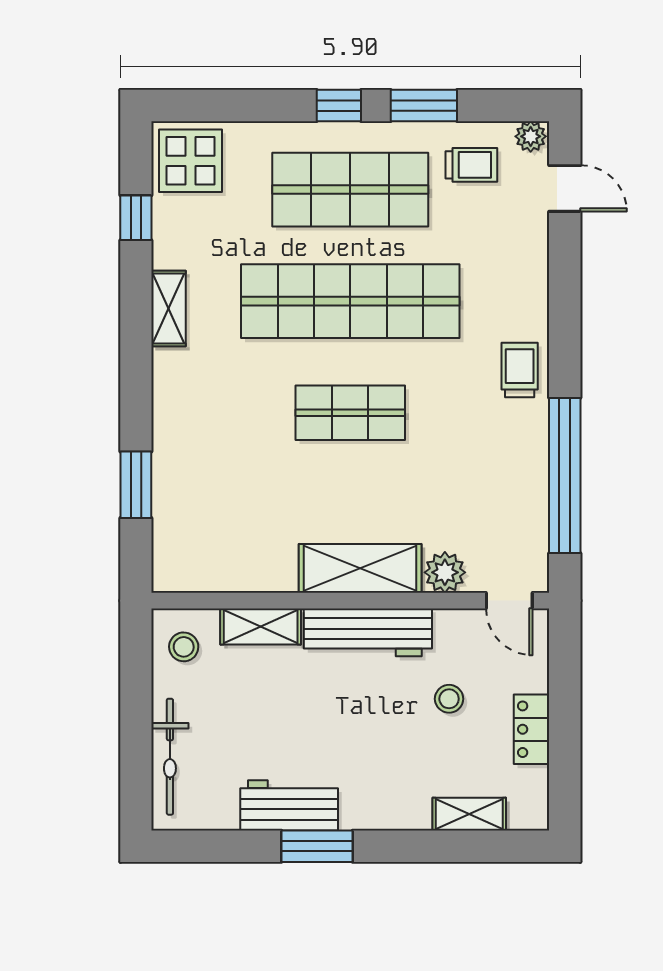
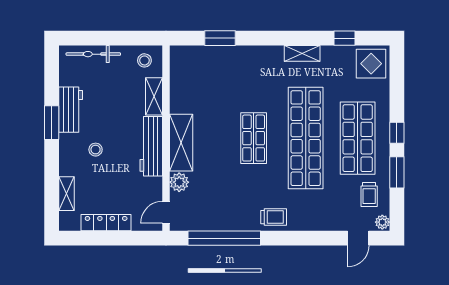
stool: (449, 699) -> (96, 150), moved
locker: (531, 729) -> (106, 223), width x1.53

